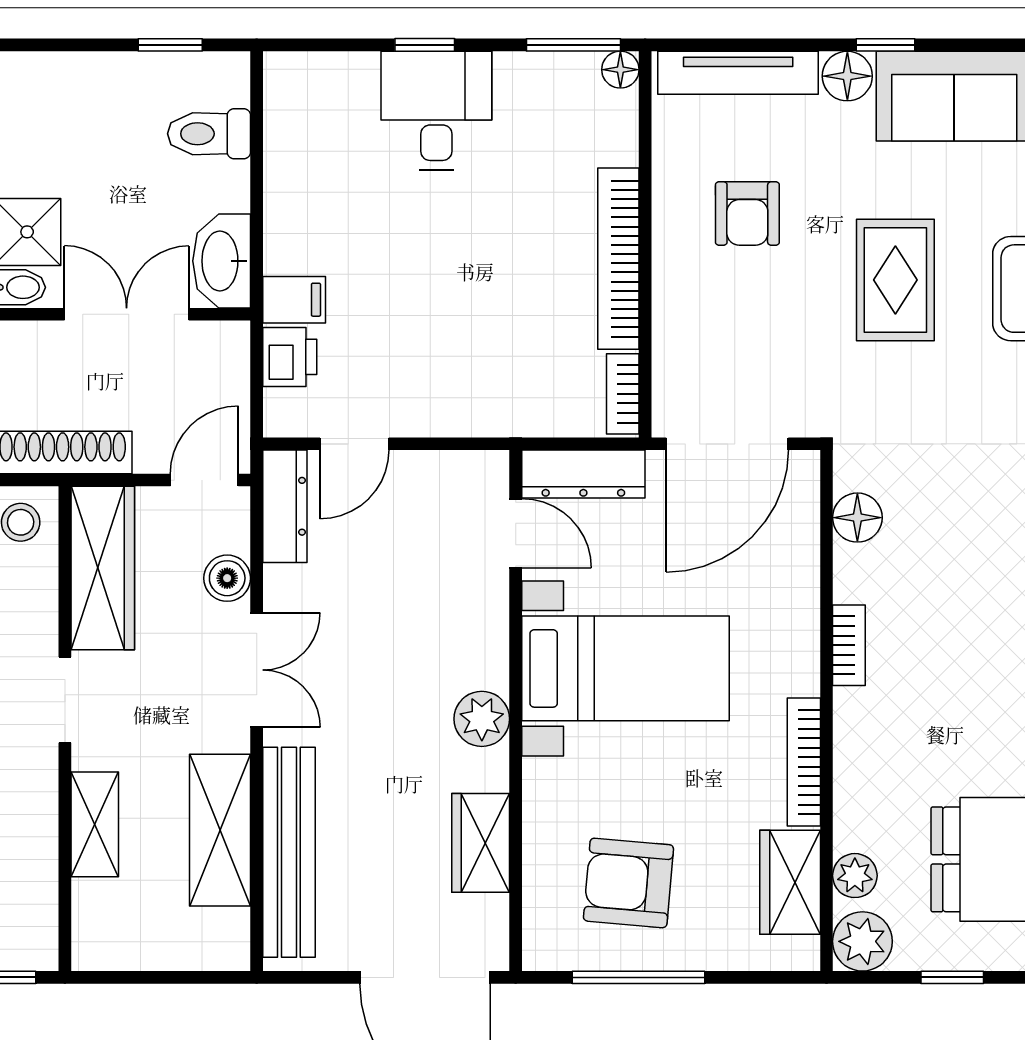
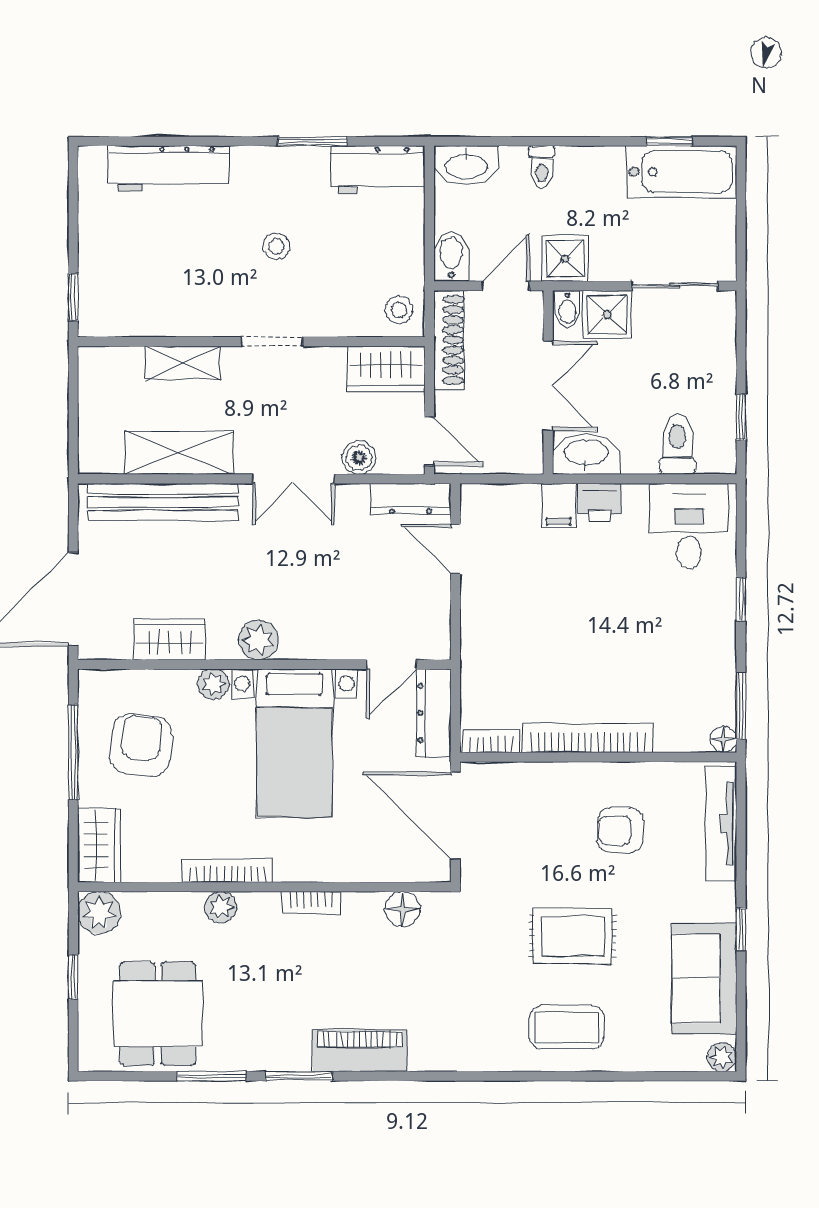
floor lamp: (847, 76) -> (719, 902), removed
desk: (436, 111) -> (689, 526), moved, turned -90
printer: (290, 357) -> (599, 503), moved
wardrobe: (103, 568) -> (386, 369), width x0.67
plant: (543, 782) -> (213, 684), added
plant: (855, 876) -> (221, 907), moved
wardrobe: (790, 882) -> (99, 845), moved, turned 90

